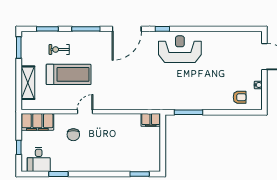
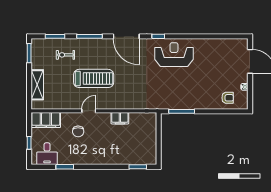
door: (127, 29) -> (126, 36), hinge flipped
treadmill: (69, 74) -> (94, 78), moved
filing cabinet: (151, 120) -> (120, 118), moved

